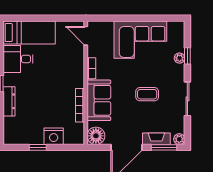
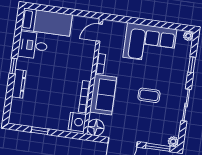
door: (86, 36) -> (99, 33), hinge flipped
plant: (180, 58) -> (188, 36), moved
nightstand: (54, 136) -> (77, 122), moved, turned -90
fireplace: (156, 139) -> (152, 138), removed

